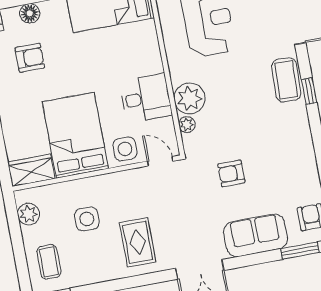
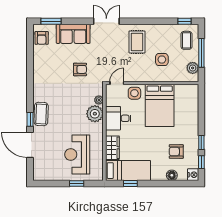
window: (309, 91) -> (30, 119), moved
door: (160, 161) -> (117, 83), swing flipped
wardrobe: (31, 170) -> (112, 148), moved, turned -90
window: (18, 244) -> (201, 53), added

